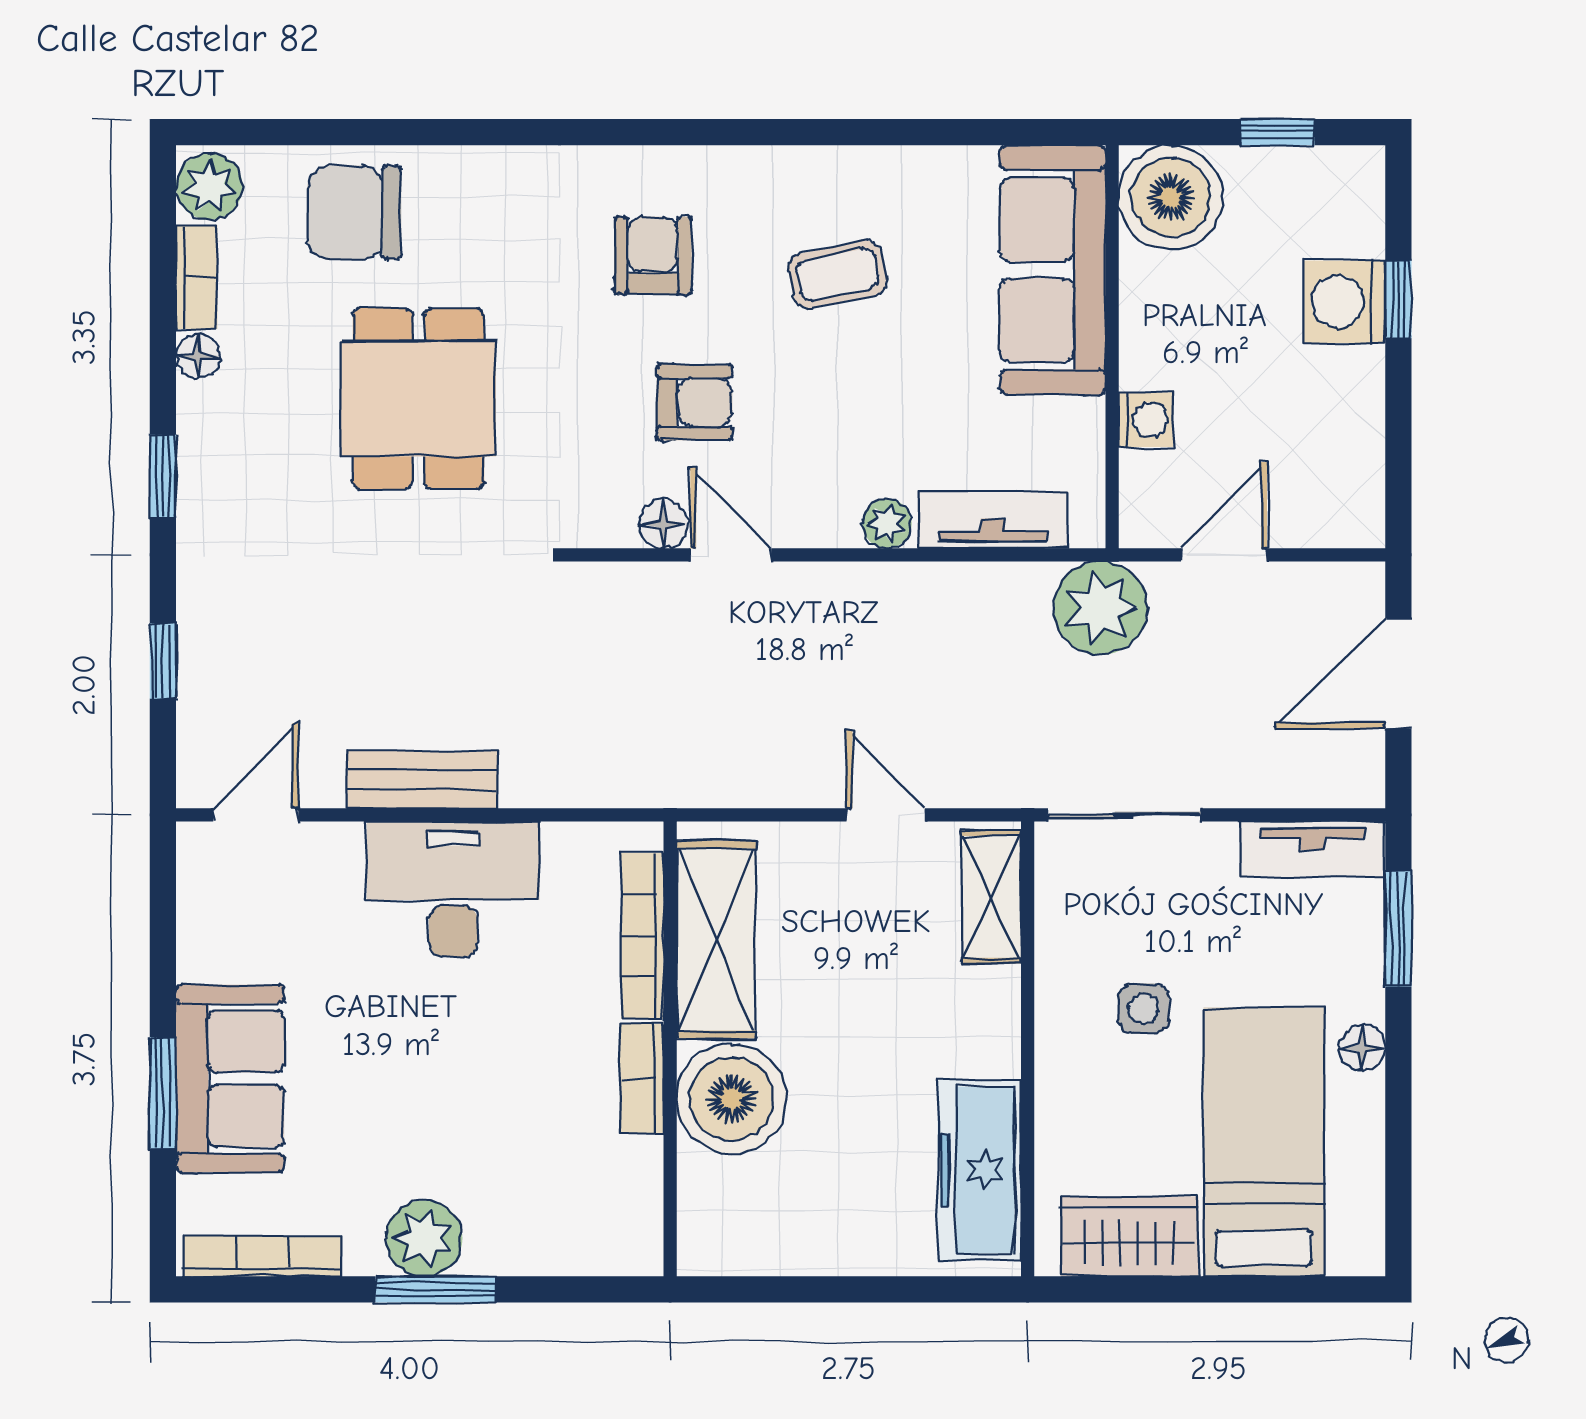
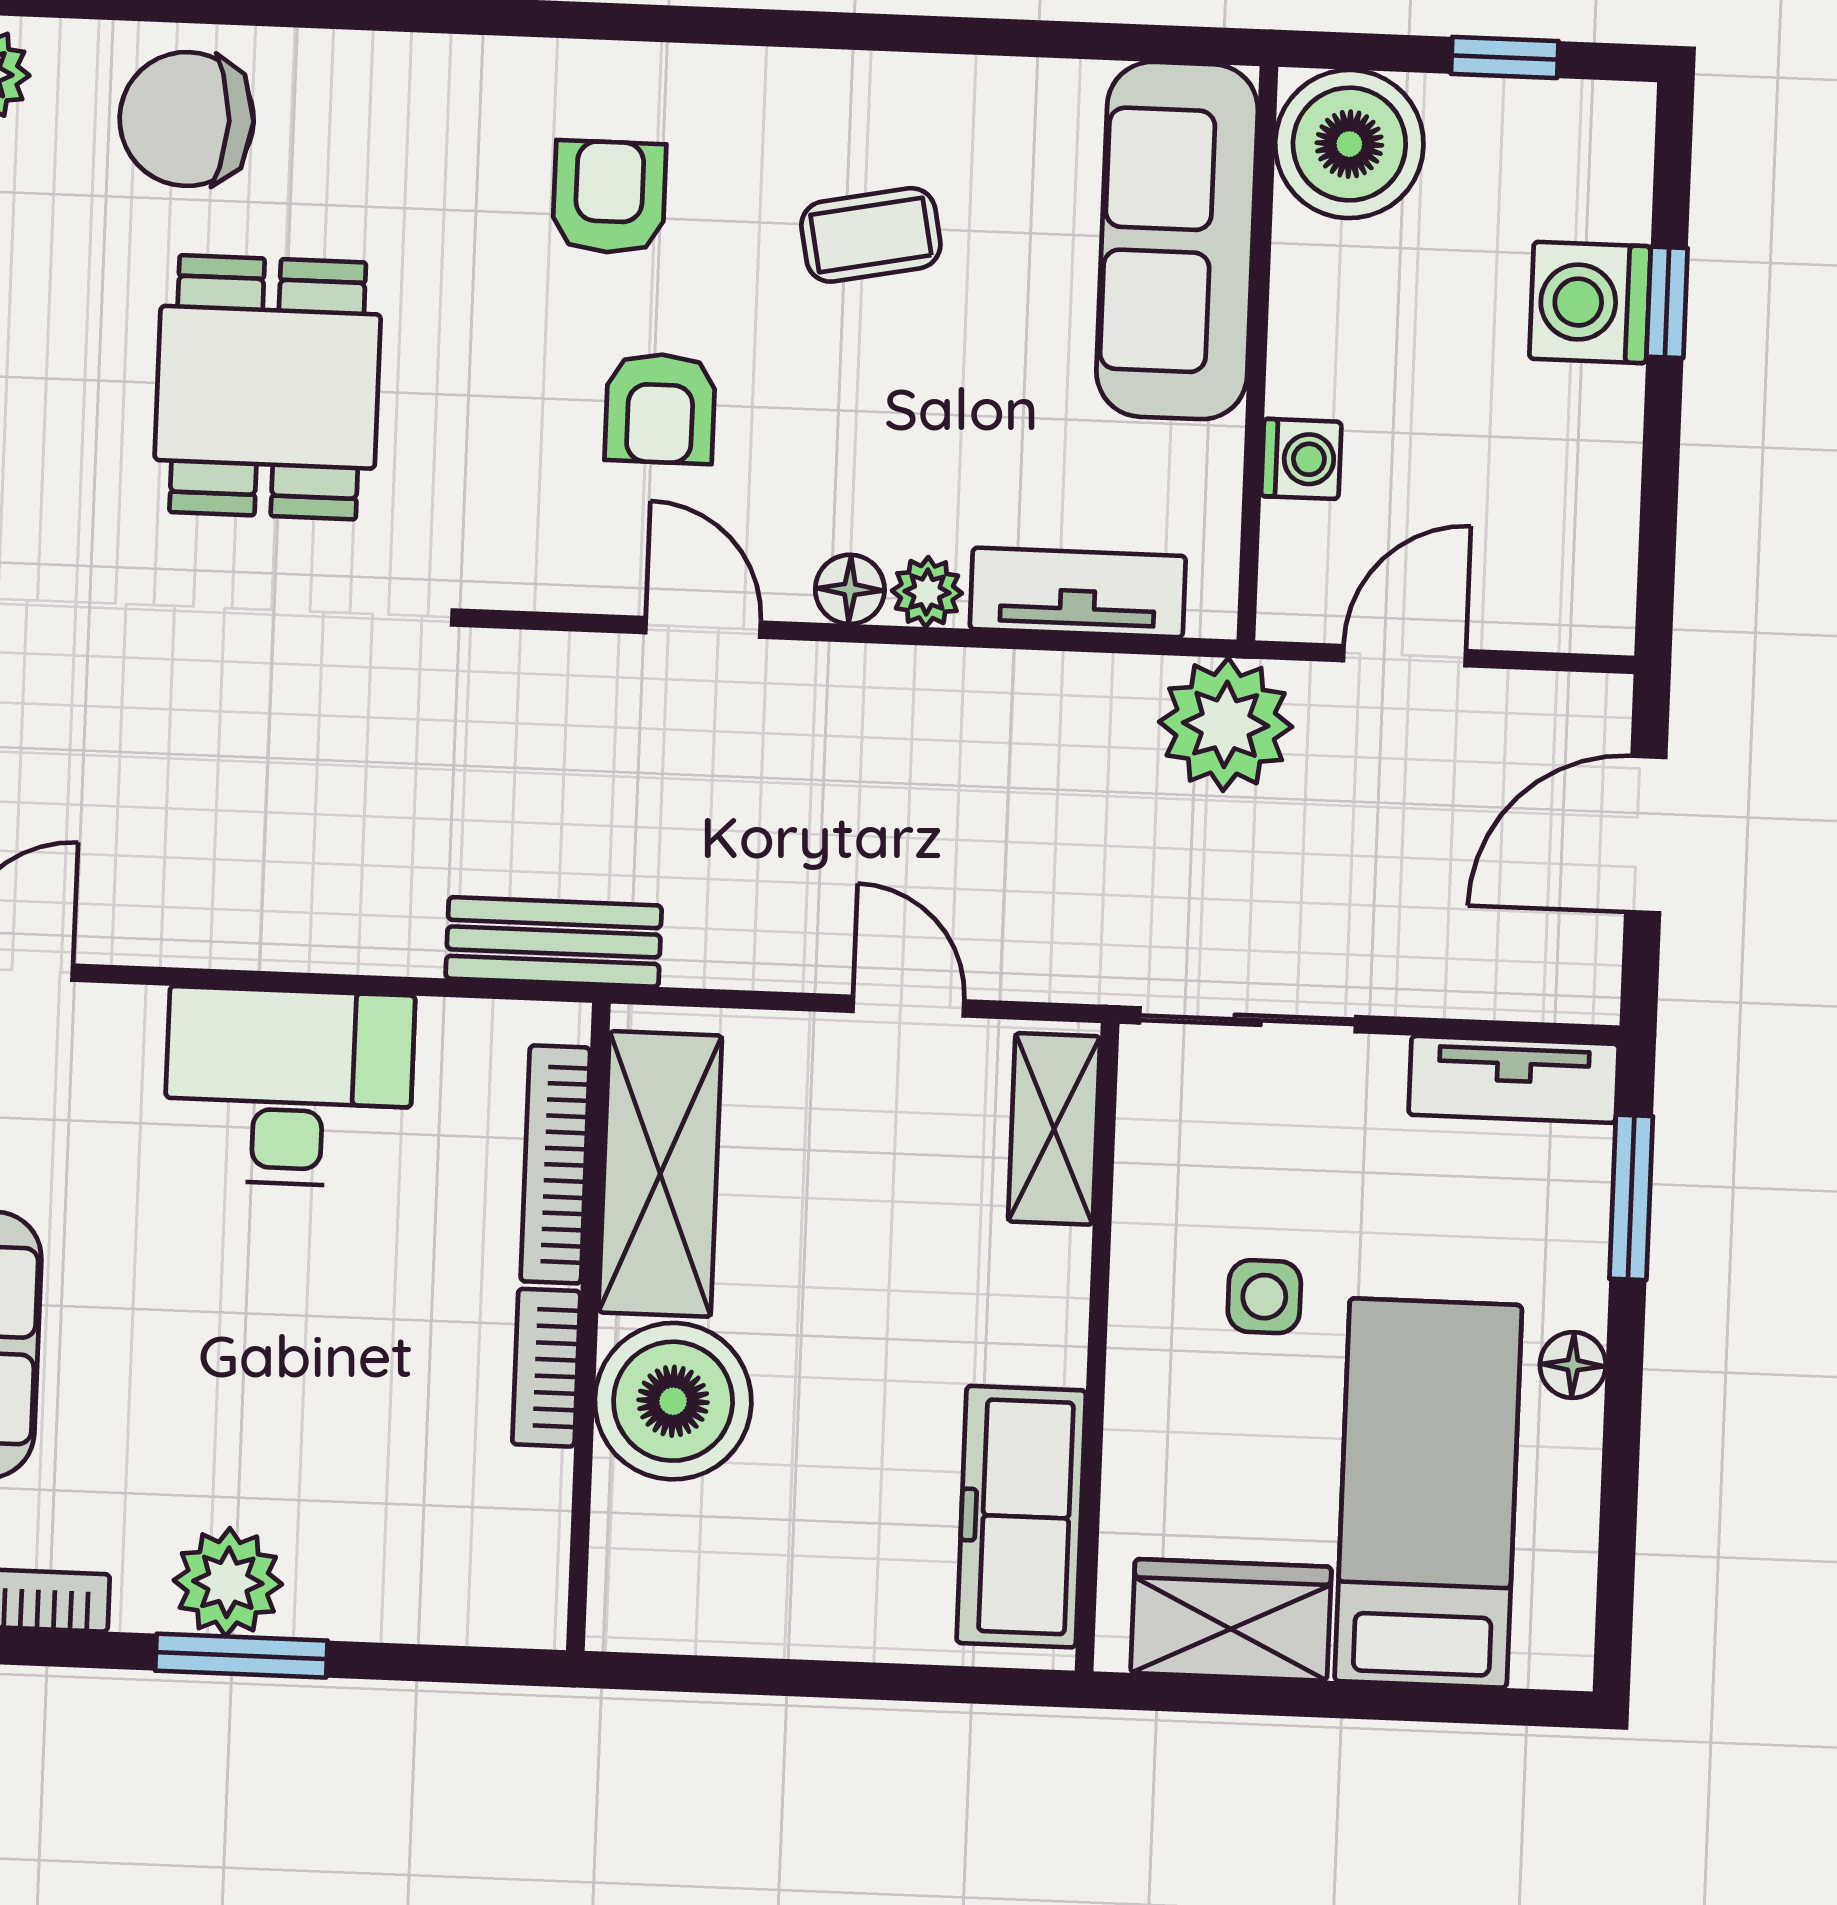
armchair: (695, 402) -> (660, 408), turned 90
floor lamp: (663, 524) -> (850, 589), moved
bench: (422, 780) -> (554, 942), moved

